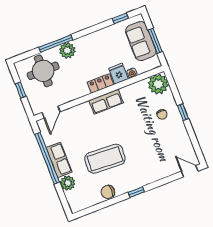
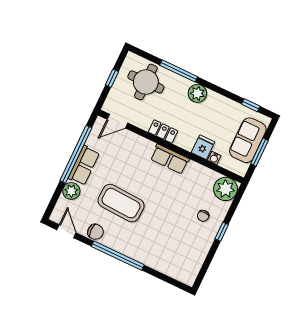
plant: (67, 50) -> (197, 93), moved
locker: (100, 83) -> (163, 131), moved
door: (190, 171) -> (66, 231), moved
chair: (108, 192) -> (95, 232), turned 180
window: (136, 192) -> (118, 256), width x3.17

